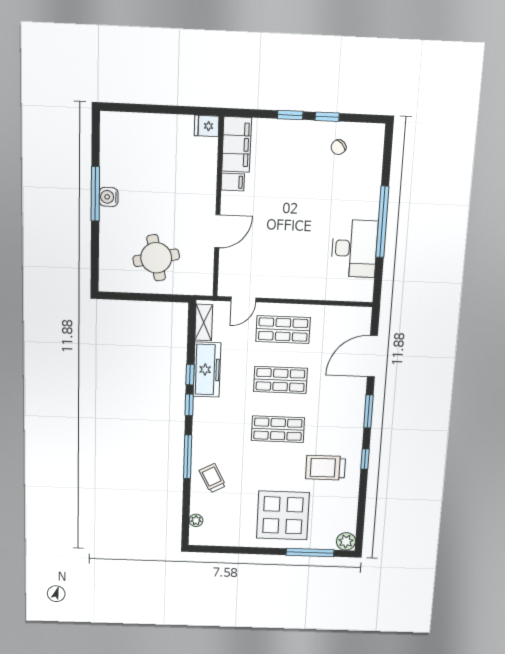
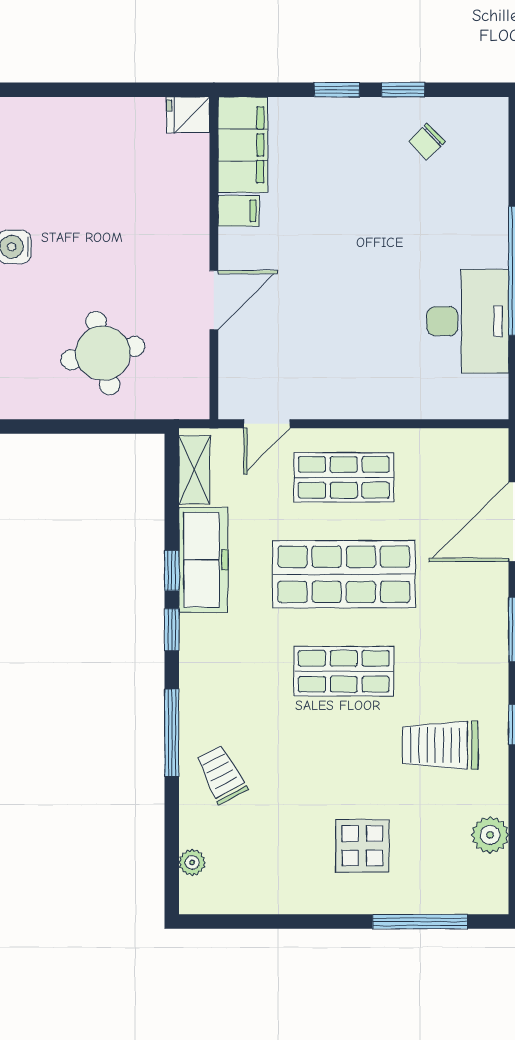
shop shelf: (280, 380) -> (344, 574), width x1.43, depth x1.36
display table: (283, 515) -> (362, 846), width x0.54, depth x0.54
plant: (346, 541) -> (490, 835), moved

